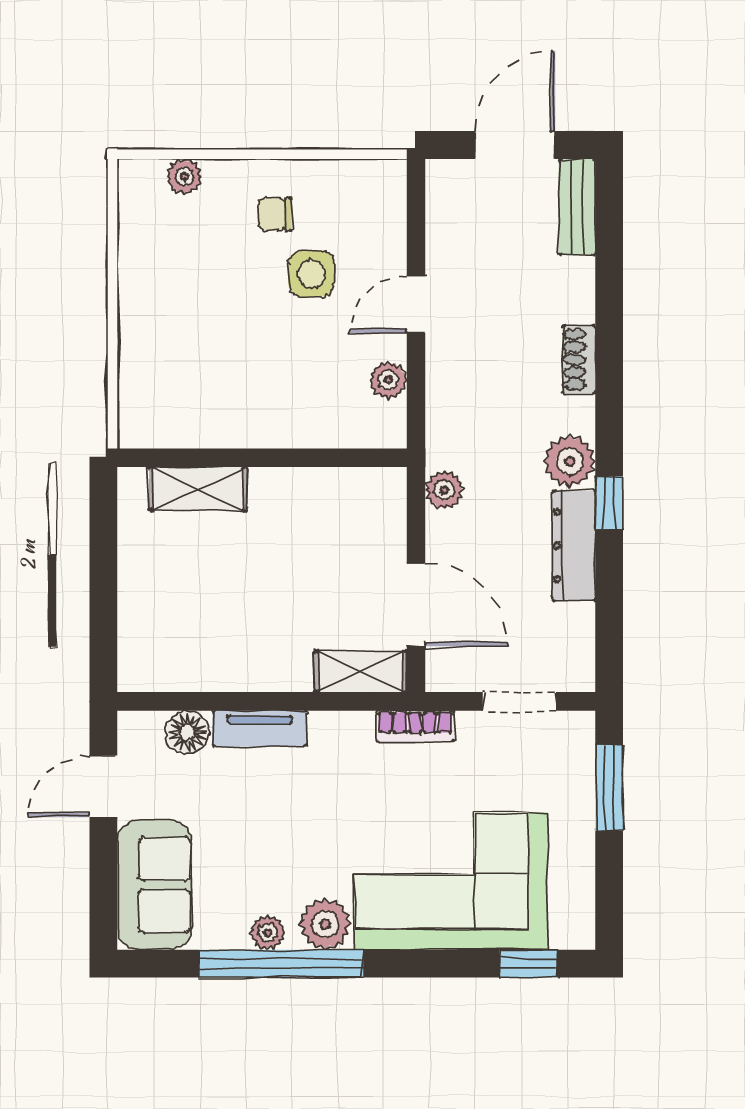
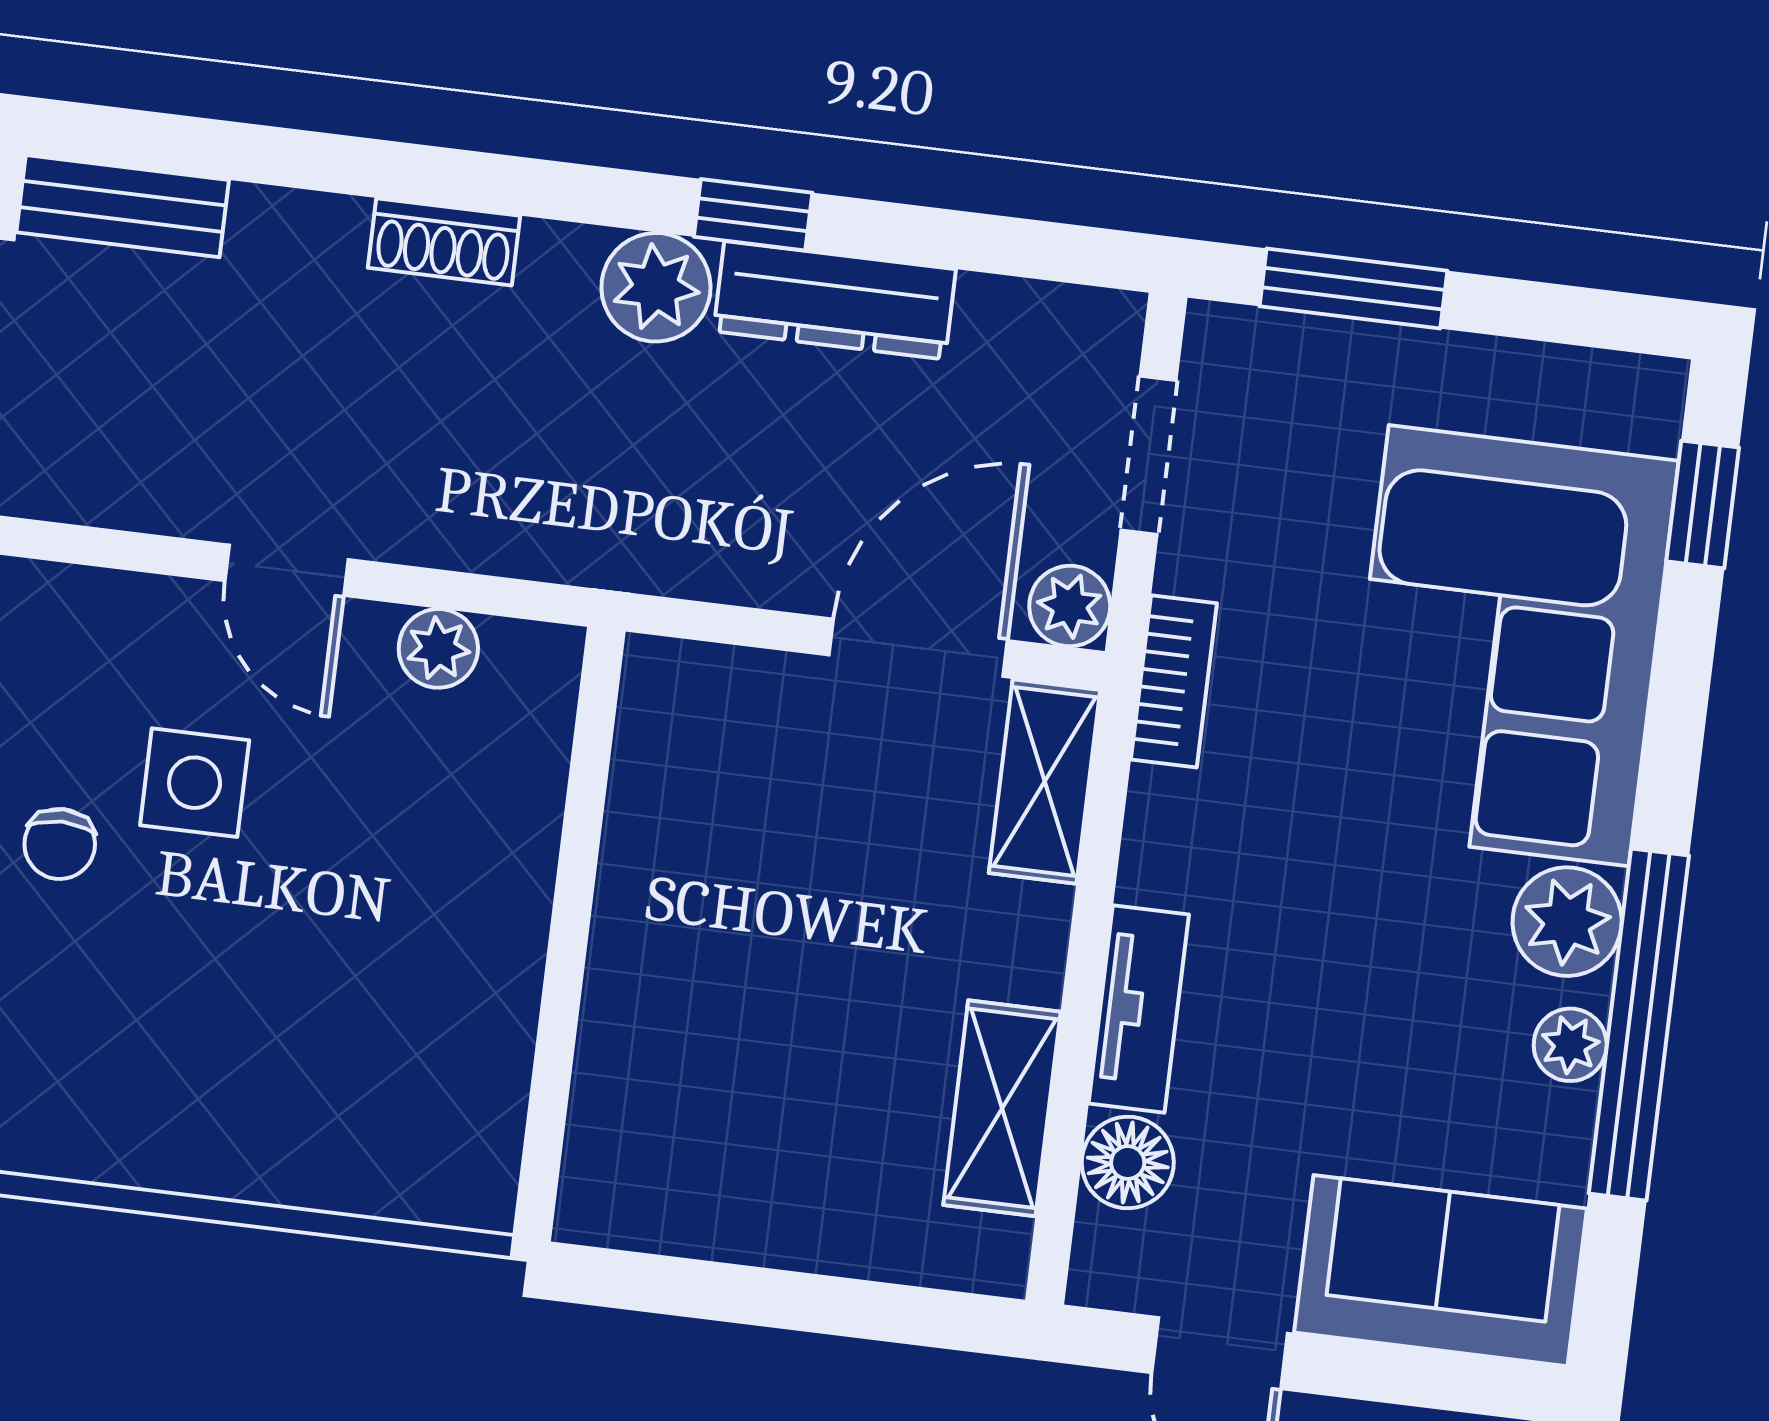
shelving: (198, 489) -> (1002, 1108), moved
plant: (444, 490) -> (1070, 606), moved

